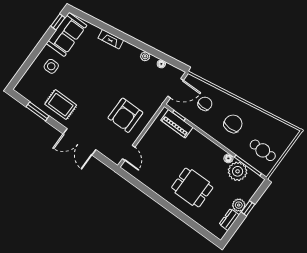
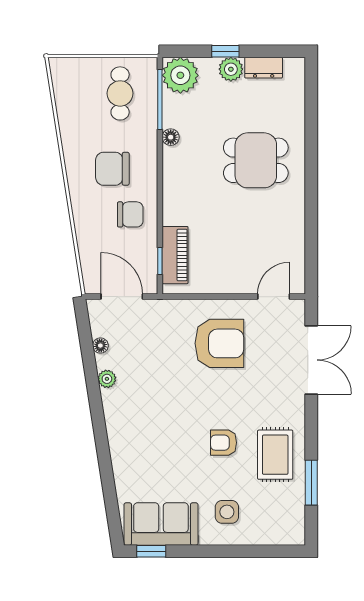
fireplace: (111, 39) -> (119, 451), removed
armchair: (82, 86) -> (224, 443), added
chair: (205, 104) -> (130, 214), moved, turned 180
double door: (80, 142) -> (311, 360), moved
plant: (238, 171) -> (180, 75), moved
dining table: (192, 188) -> (256, 160), turned 90

